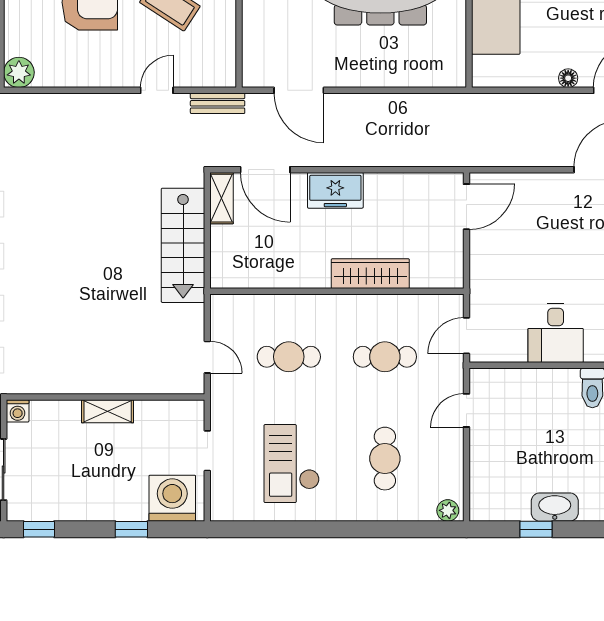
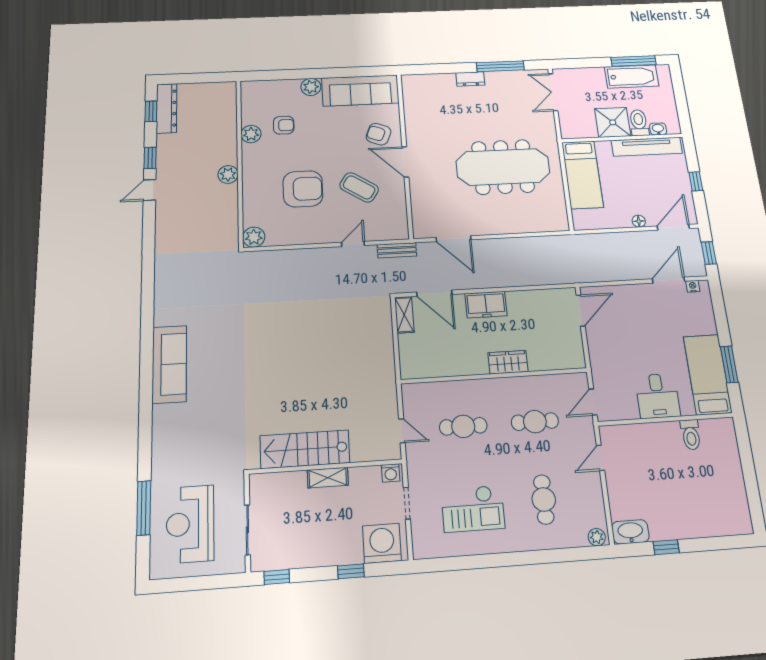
stairs: (183, 245) -> (305, 449), moved, turned 90
wardrobe: (370, 274) -> (508, 362), width x0.67
washing machine: (18, 411) -> (391, 473), moved
checkout: (292, 464) -> (473, 509), turned -90
washbasin: (555, 507) -> (630, 532), moved

